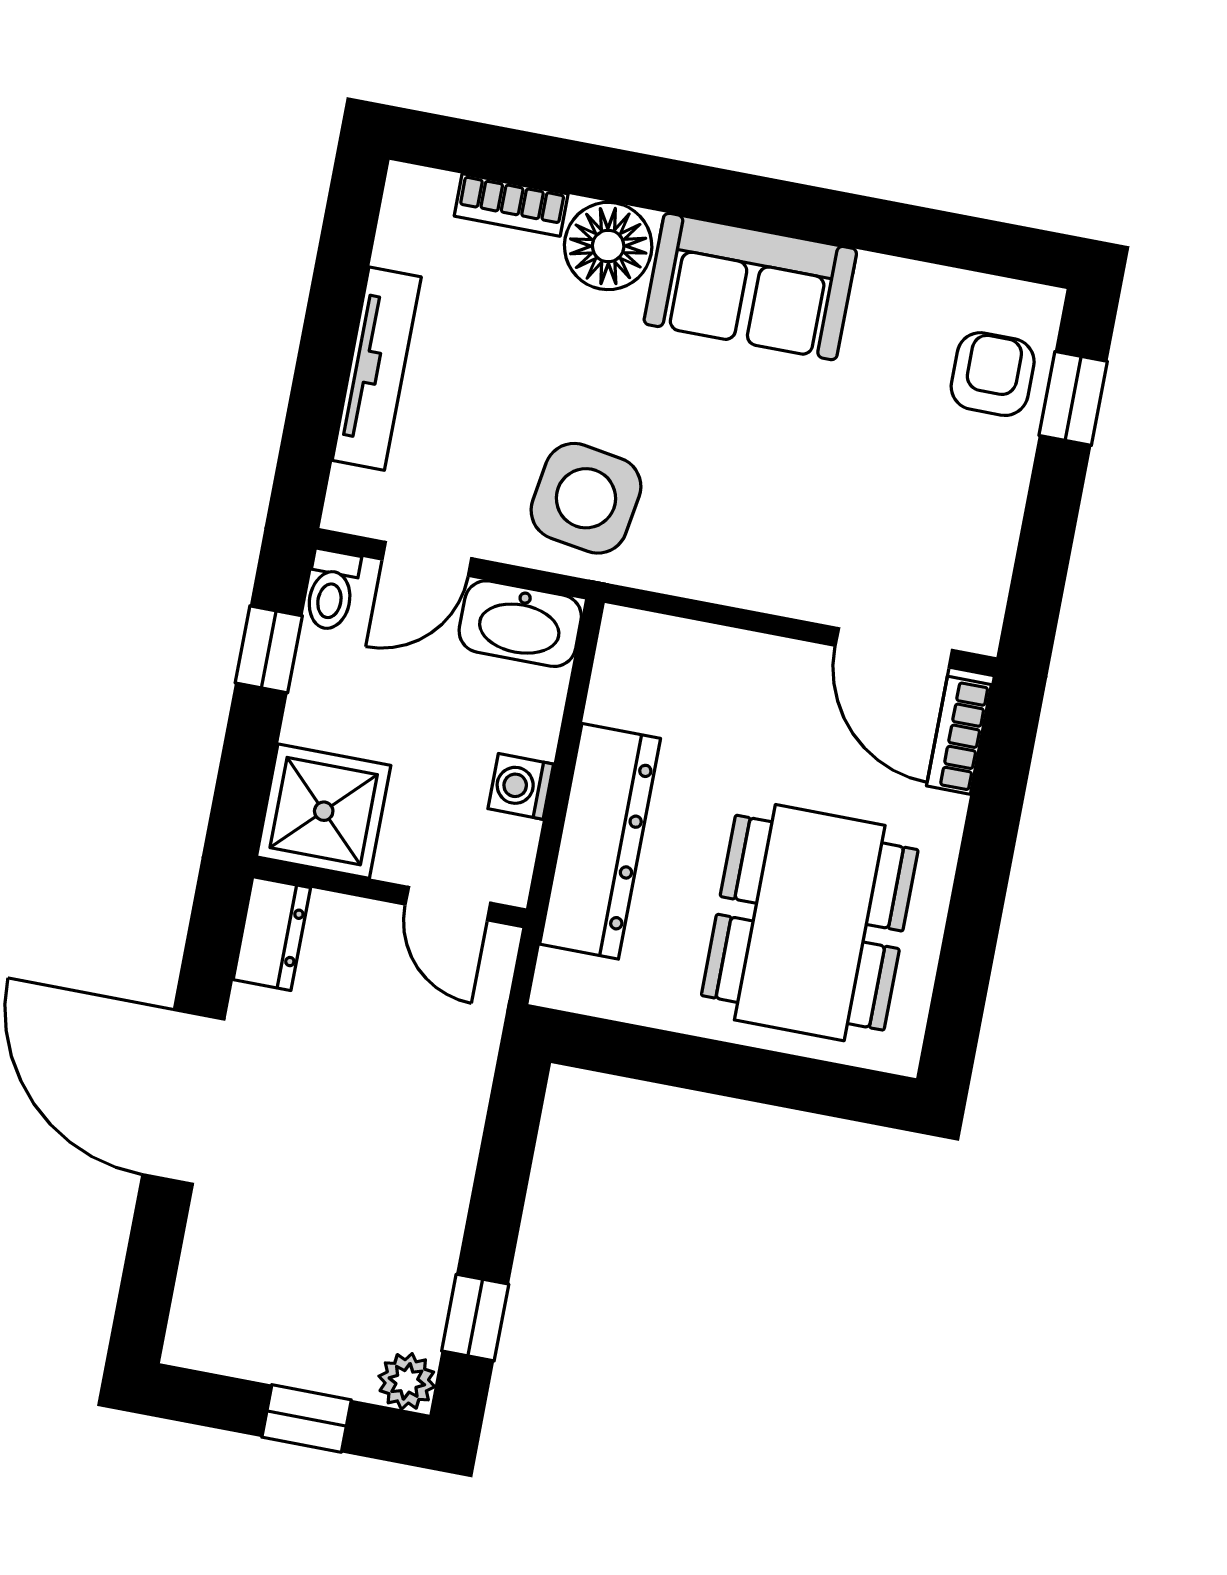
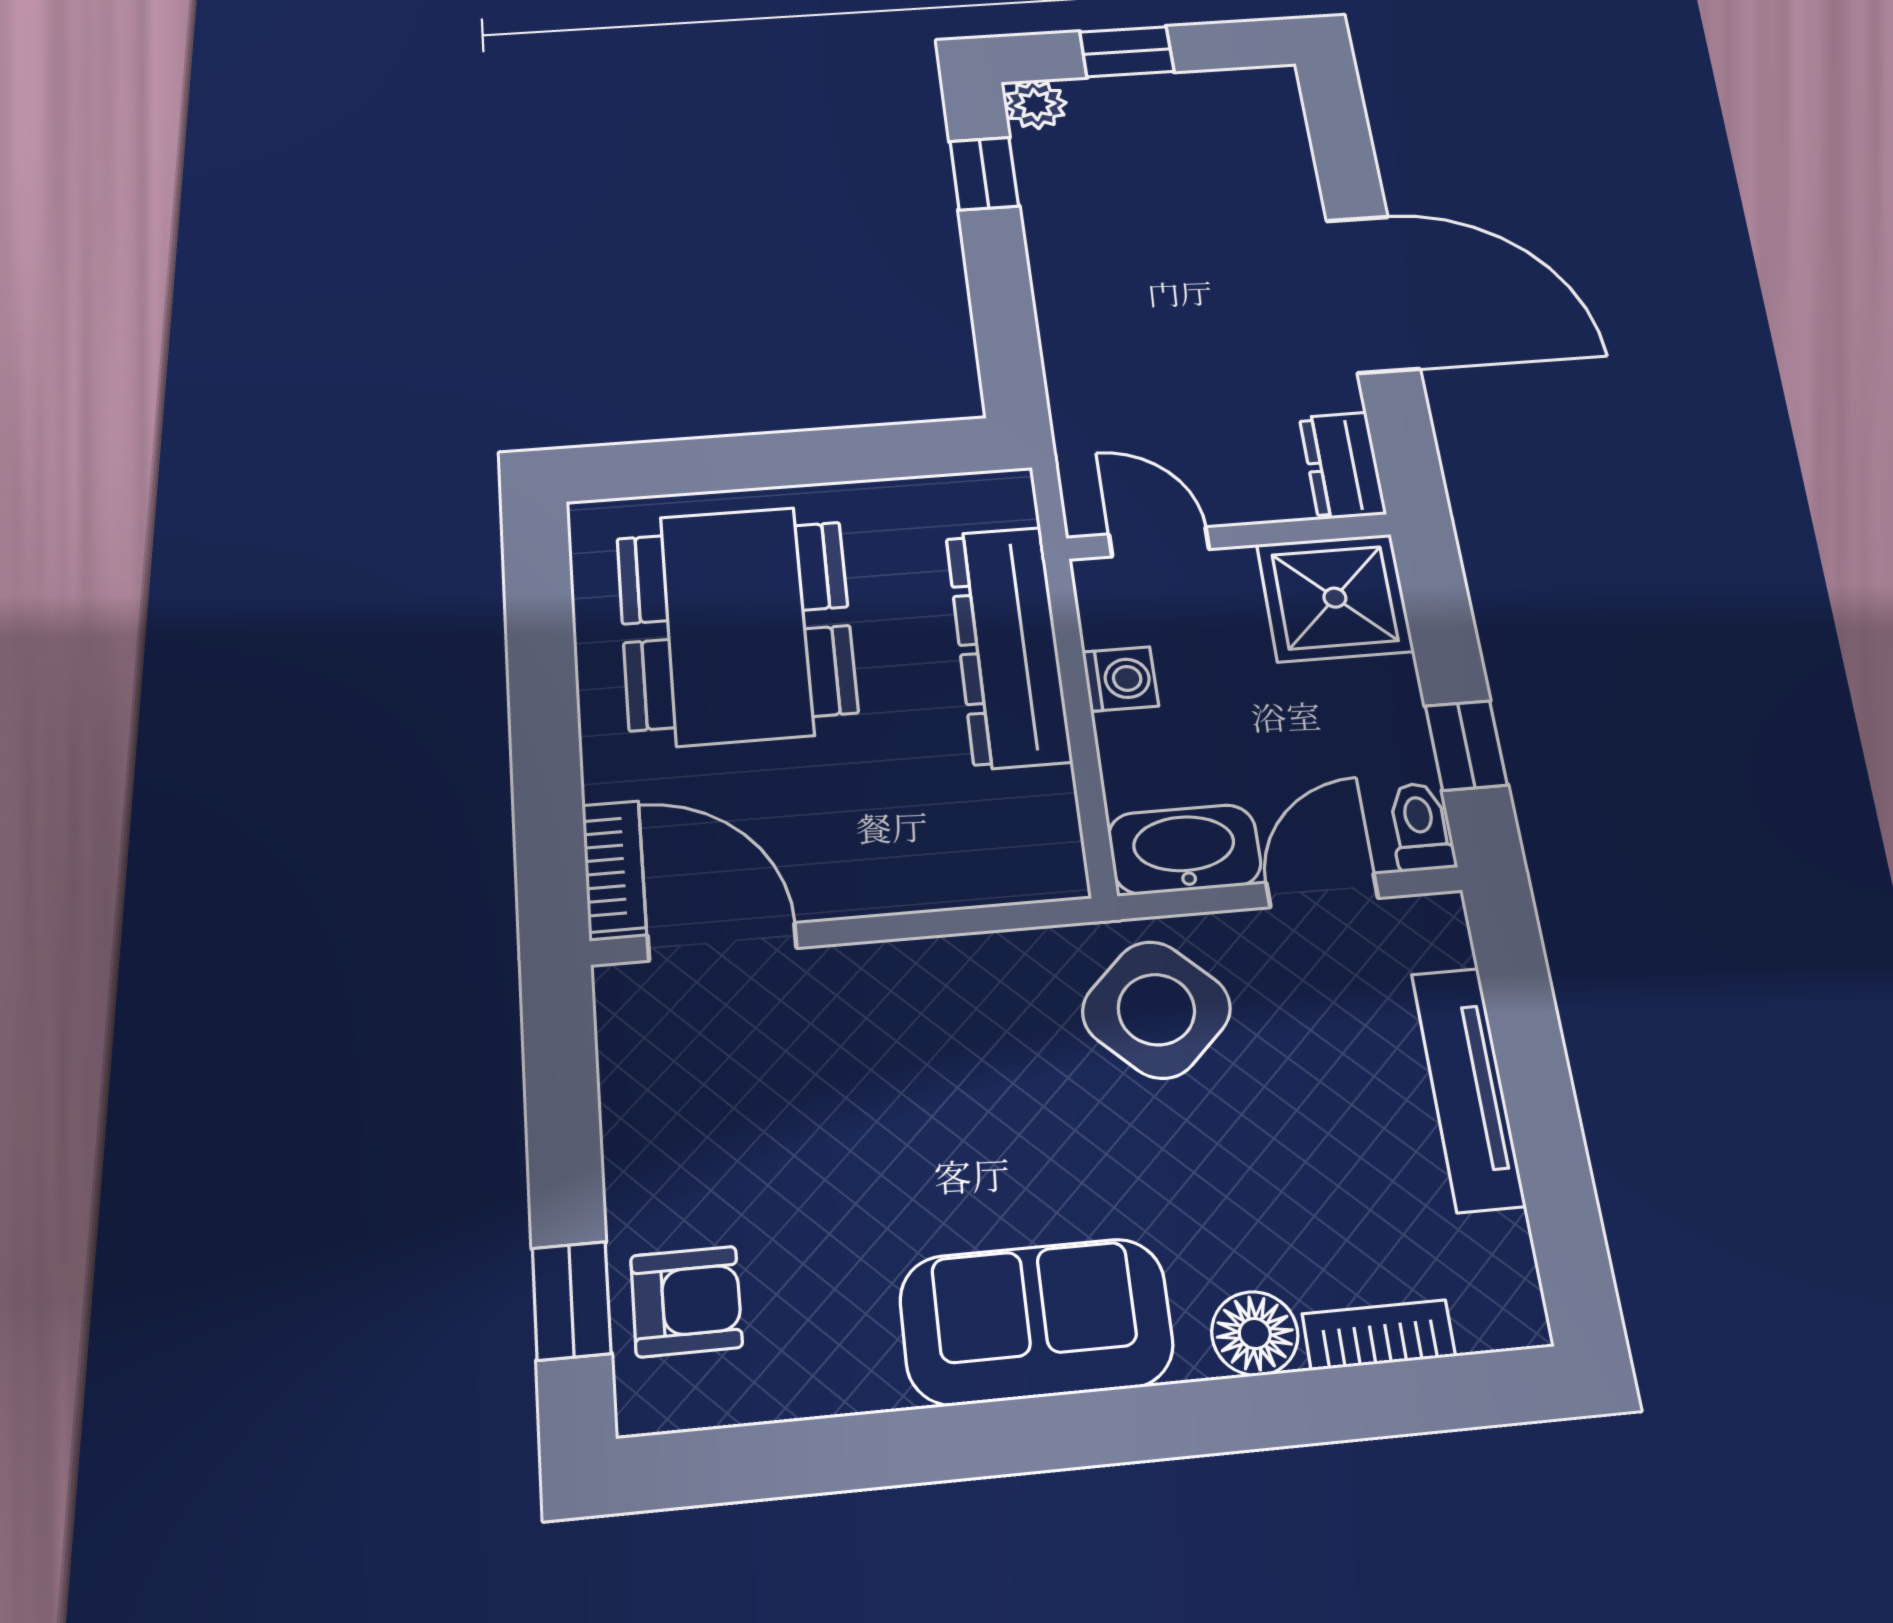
floor lamp: (608, 246) -> (1255, 1333), width x0.73, depth x0.73
armchair: (993, 374) -> (686, 1301), turned -90
side table: (586, 498) -> (1156, 1010), turned 36

